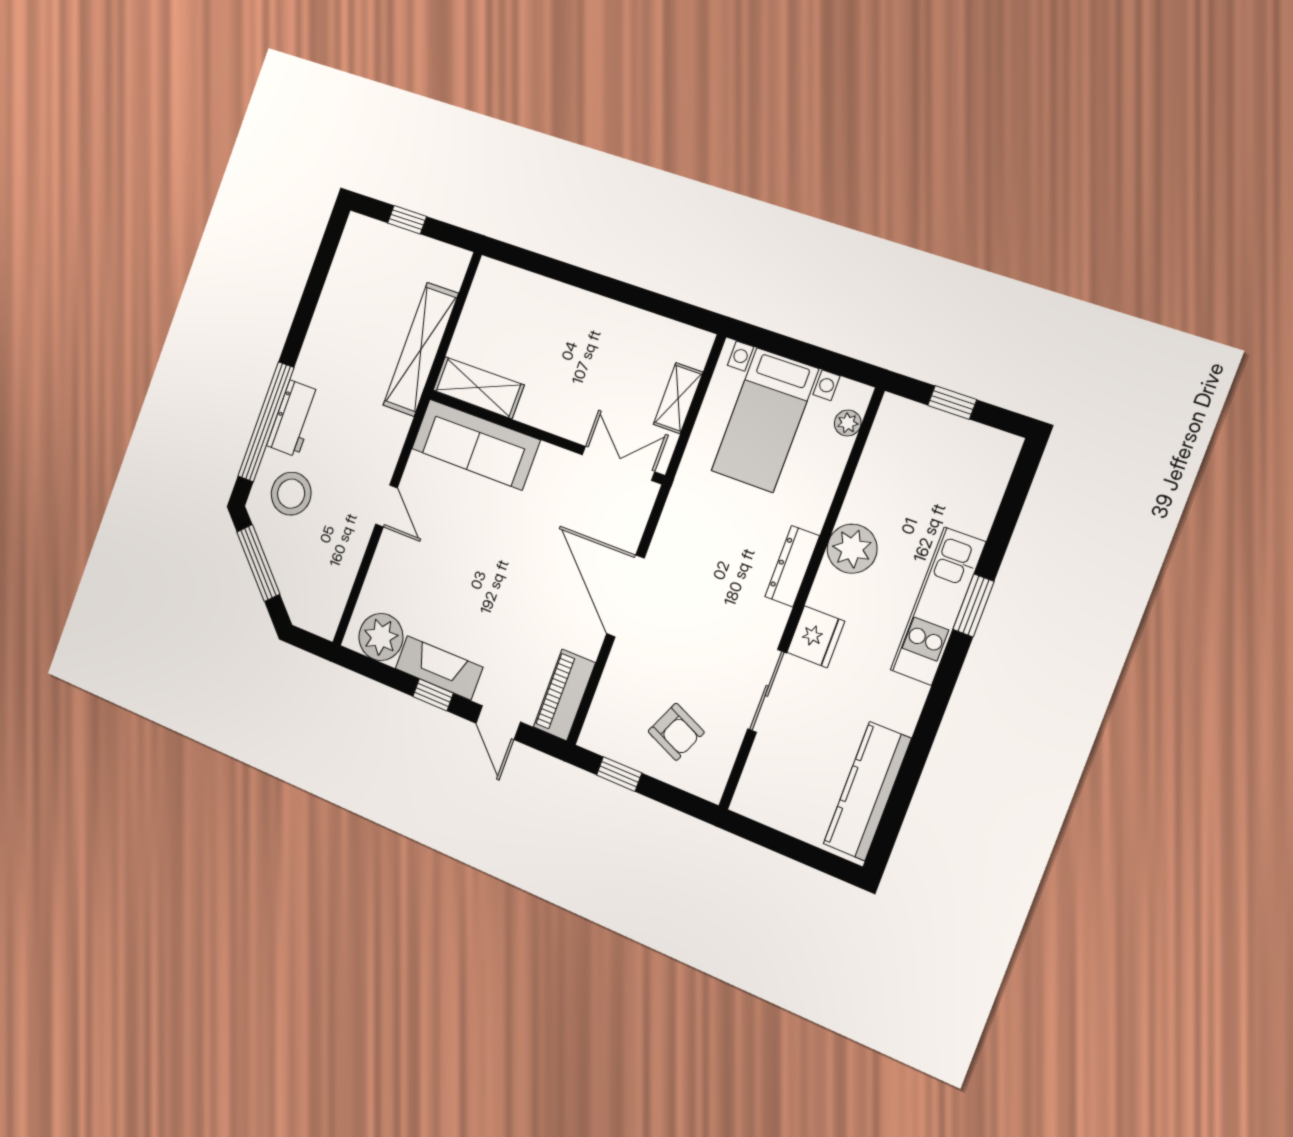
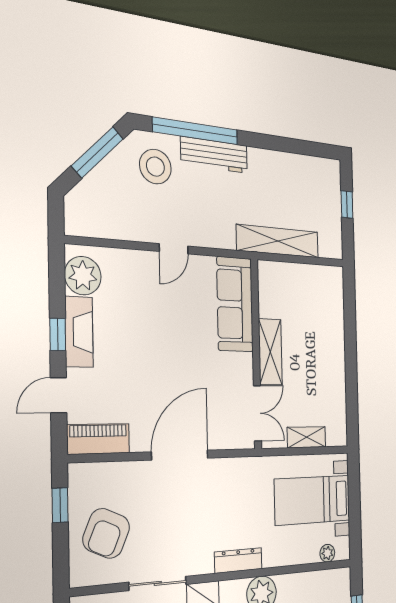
shelving: (478, 388) -> (270, 352), moved
workbench: (294, 418) -> (214, 155), width x1.37
armchair: (676, 732) -> (106, 533), width x1.38, depth x1.38

